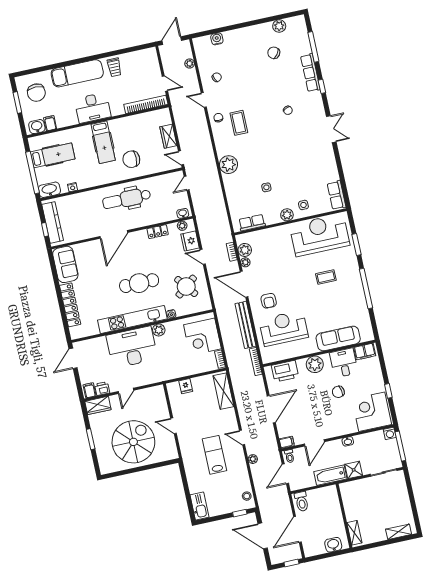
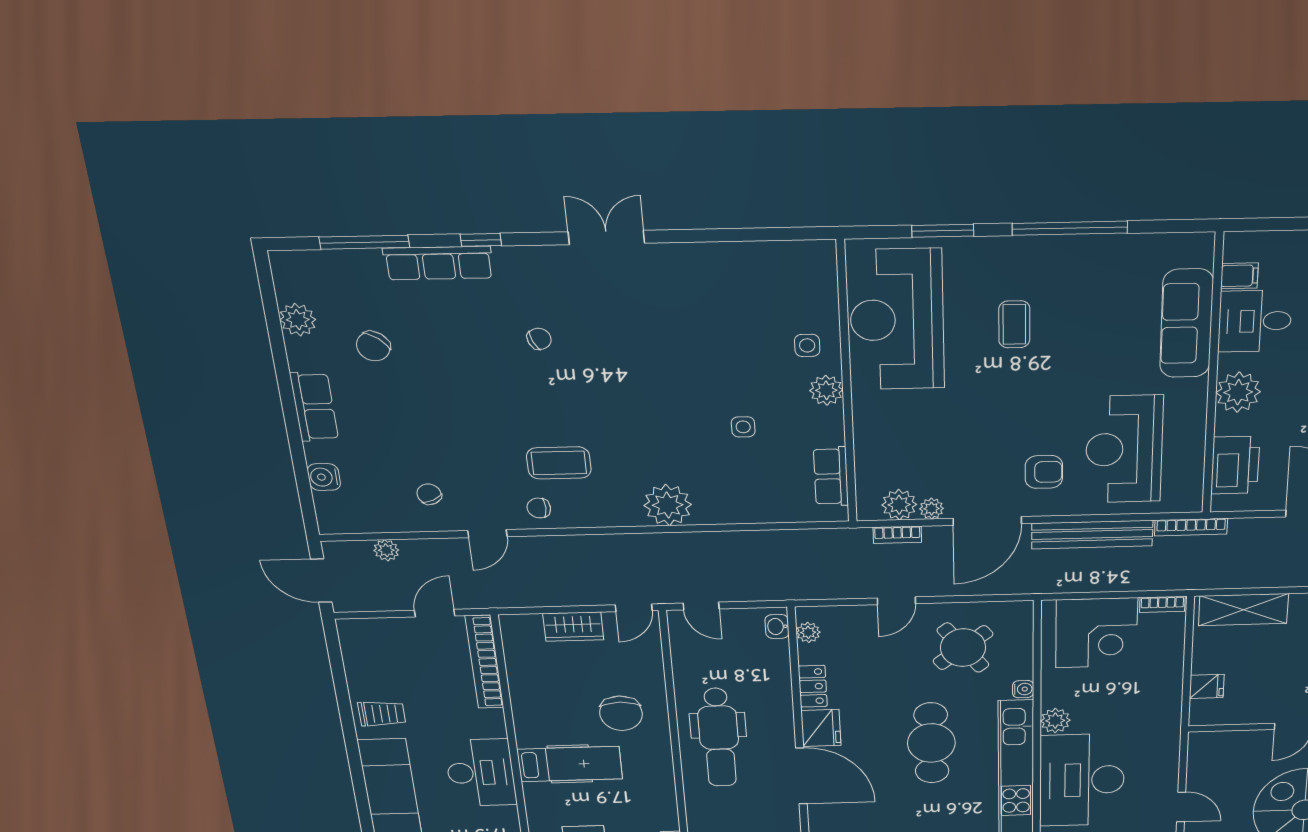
row of seats: (336, 195) -> (314, 407), moved, turned -90
fridge: (190, 241) -> (821, 728), moved, turned -90
filing cabinet: (365, 352) -> (1239, 276), width x0.50

